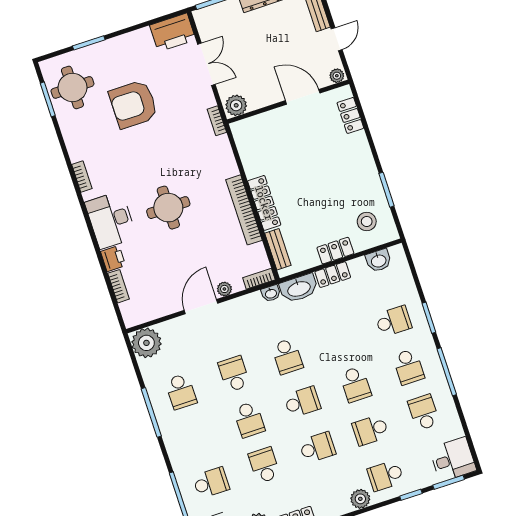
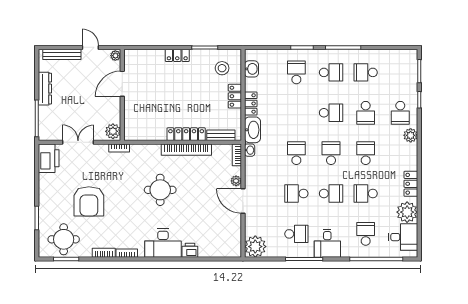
locker: (350, 115) -> (177, 55), moved
round table: (168, 208) -> (160, 190), moved
bookcase: (119, 286) -> (104, 253), moved
school desk: (287, 356) -> (296, 153), turned -90
desk: (453, 459) -> (327, 243), moved, turned 180

